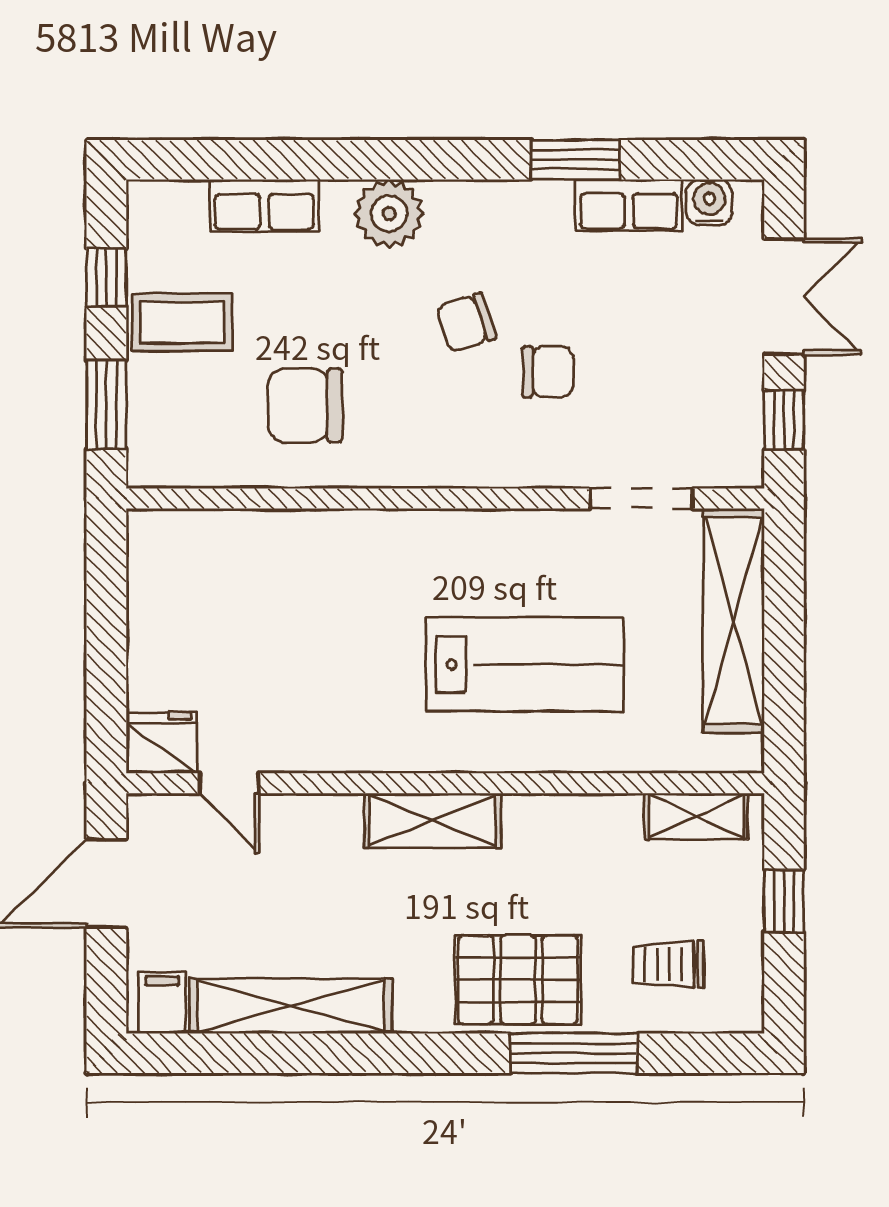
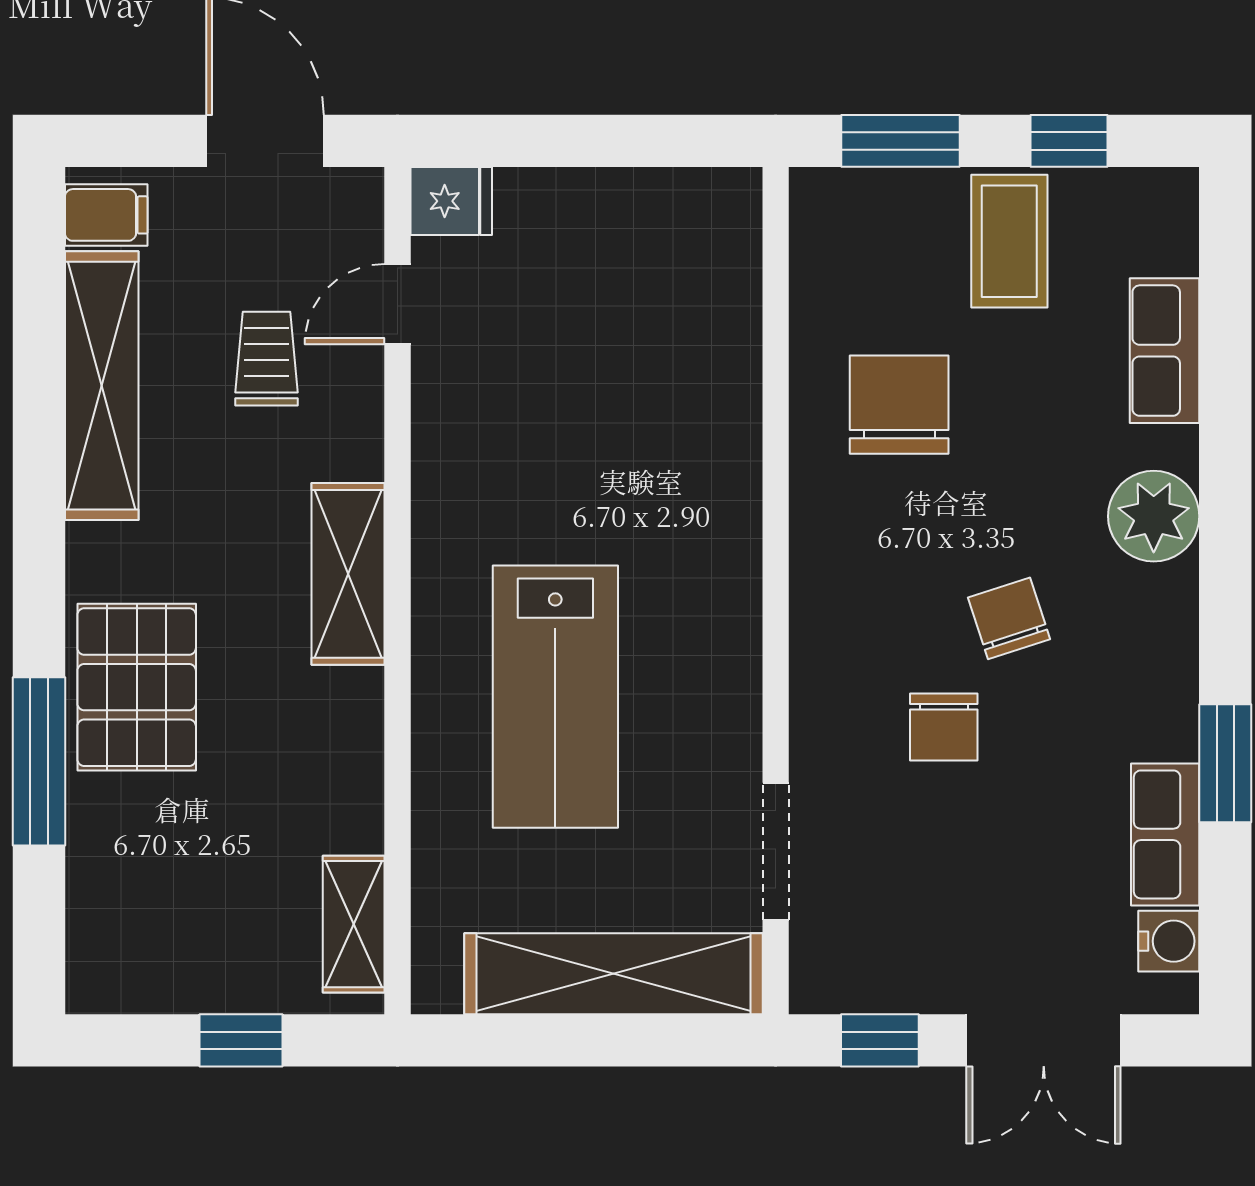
fridge: (162, 743) -> (451, 201), width x0.72
trolley: (668, 964) -> (266, 359), moved

